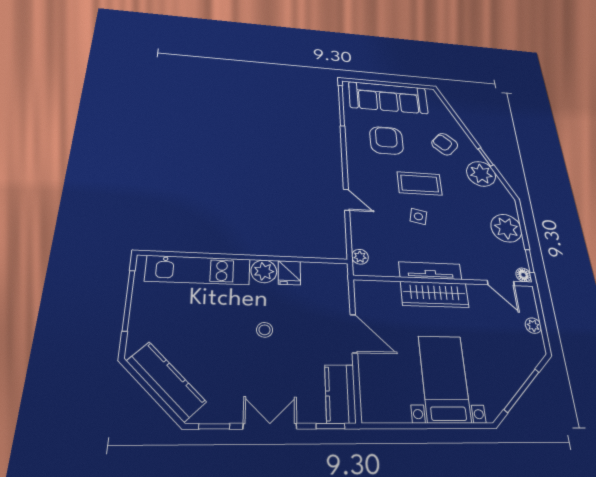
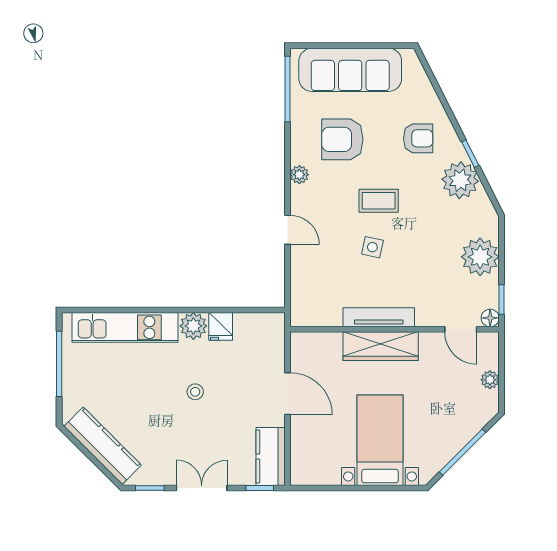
armchair: (386, 140) -> (342, 139), turned -90
armchair: (445, 144) -> (418, 138), turned 139
coffee table: (420, 184) -> (379, 201), width x0.73, depth x0.77
plant: (360, 257) -> (299, 175), moved

